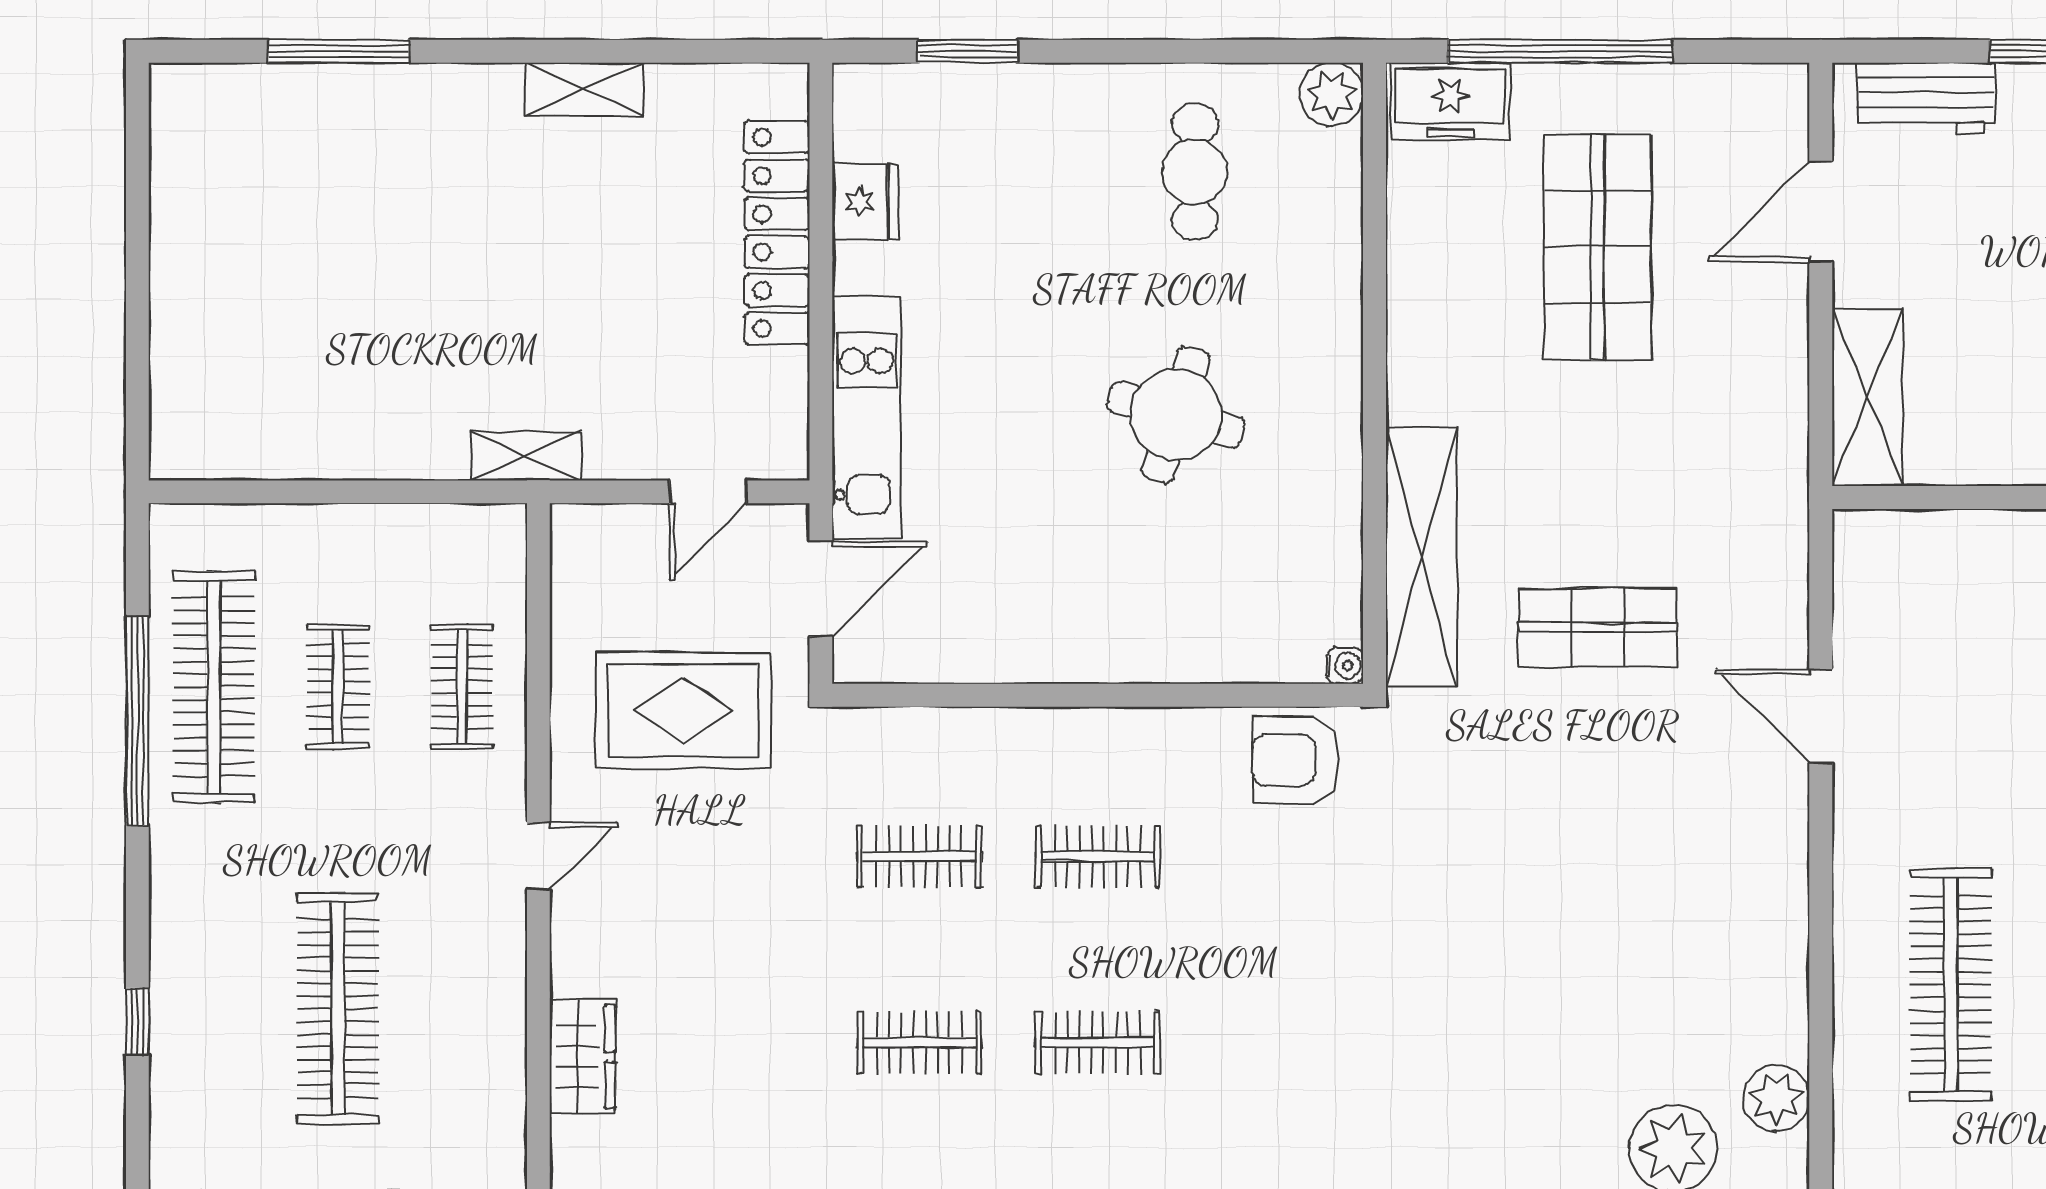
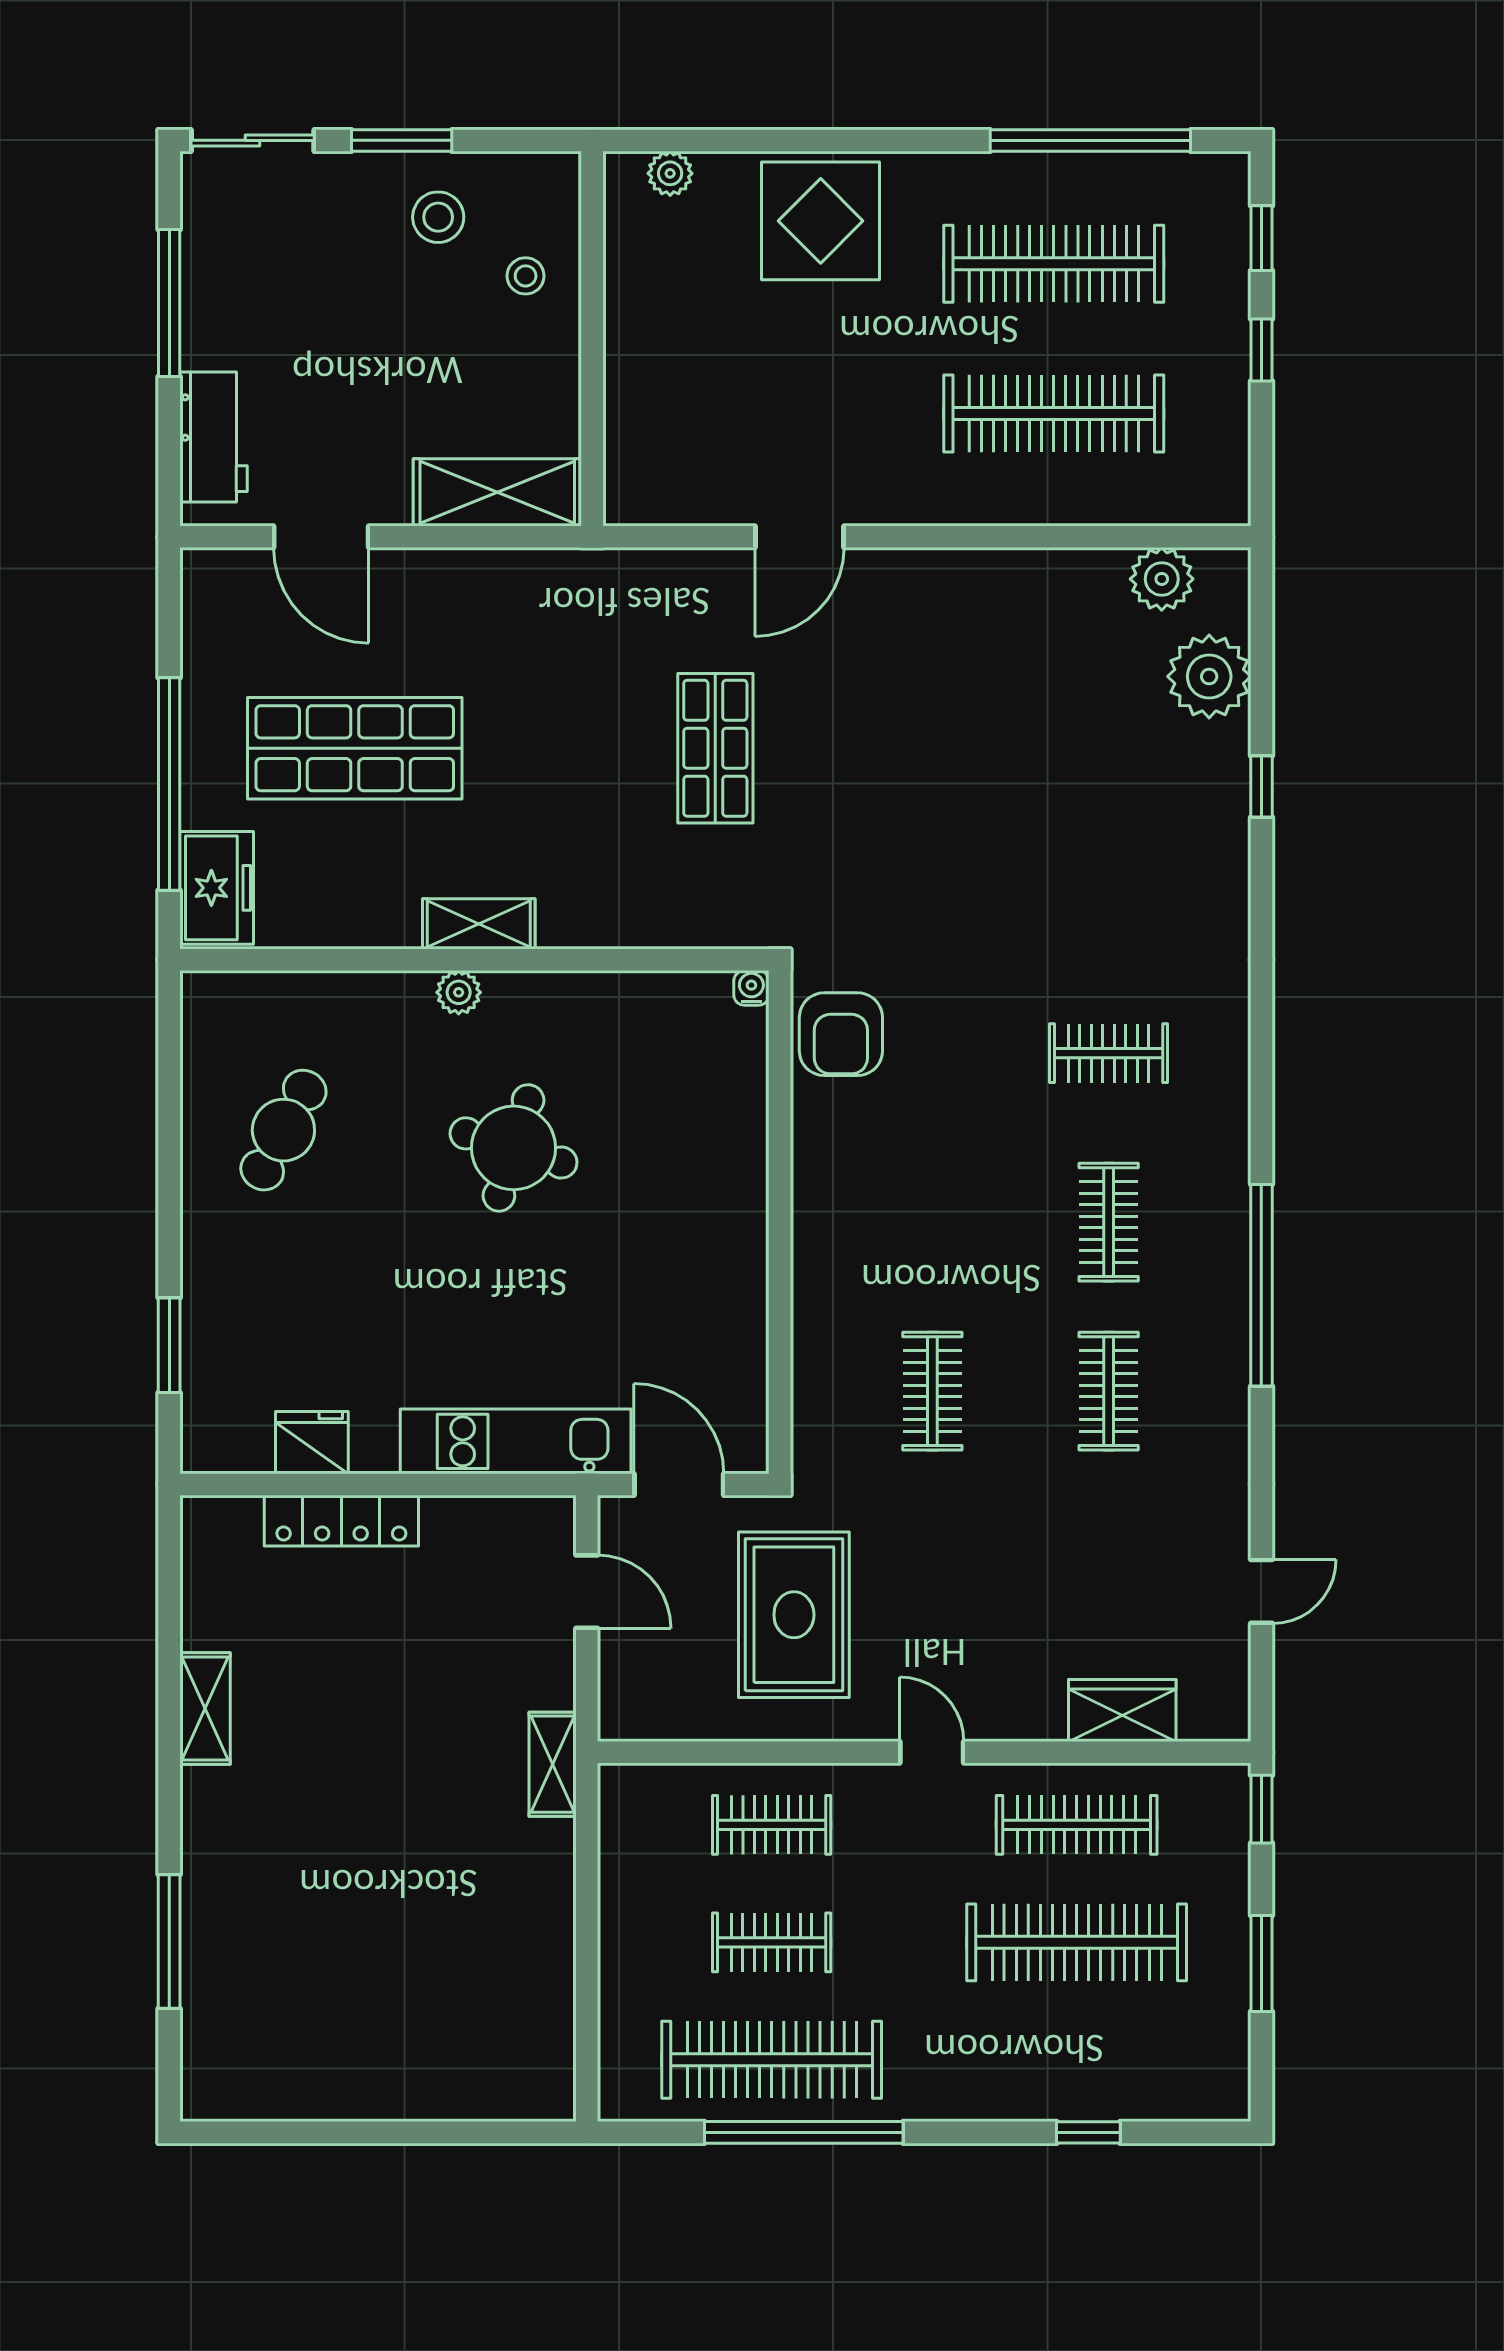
plant: (1331, 94) -> (459, 992), moved, width x0.73, depth x0.73
cafe table: (1195, 172) -> (283, 1130), turned -62
locker: (777, 233) -> (341, 1521), width x0.71, depth x0.83
shelving: (1421, 557) -> (479, 924), moved, width x0.45, depth x0.75
clothes rail: (1098, 857) -> (1109, 1053), moved, turned 90
clothes rail: (462, 1009) -> (1077, 1825), added

